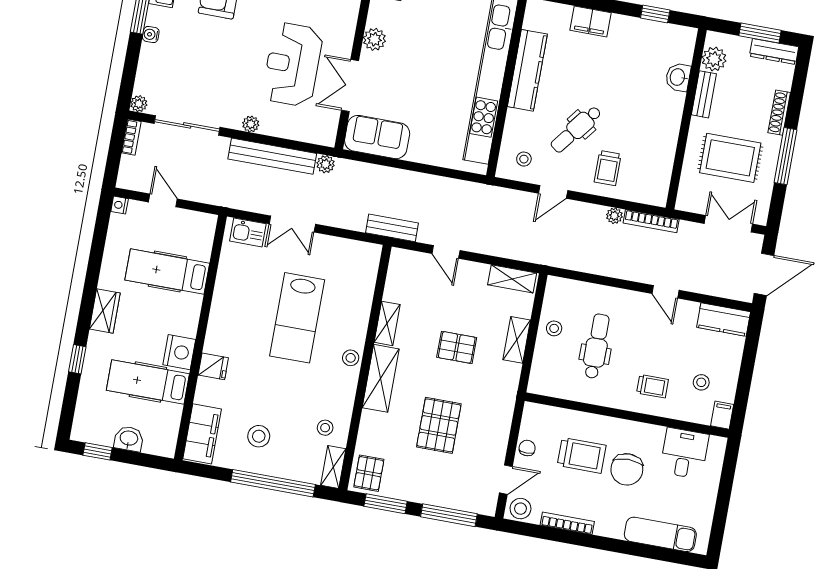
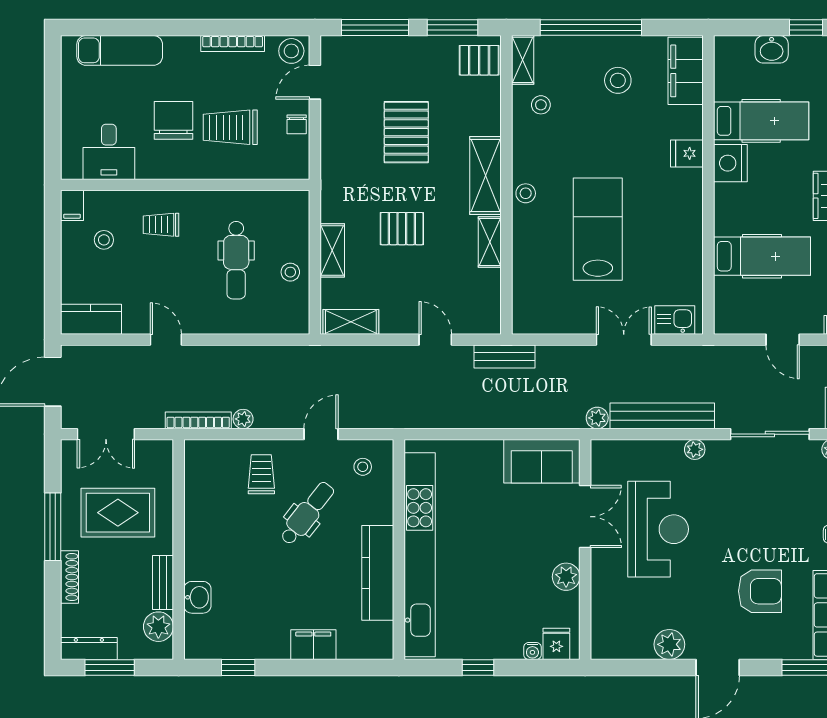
pallet: (369, 473) -> (479, 60), turned 90

